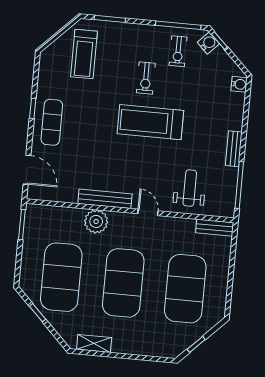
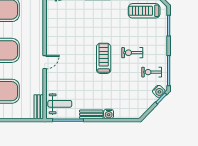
water cooler: (239, 84) -> (109, 114), moved
treadmill: (150, 122) -> (104, 58), width x0.73, depth x0.73
weight bench: (190, 188) -> (60, 104), moved
bench: (105, 199) -> (51, 33), removed
plant: (96, 221) -> (35, 29), removed

